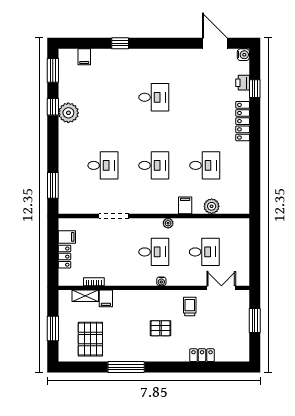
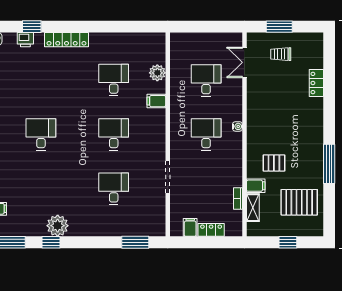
plant: (168, 223) -> (175, 119), removed
trolley: (190, 307) -> (281, 54), moved
pallet: (160, 328) -> (274, 163), moved, turned 90
window: (53, 329) -> (288, 242), width x0.67

